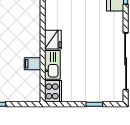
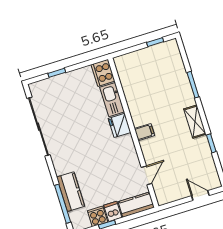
filing cabinet: (32, 64) -> (144, 132), moved

